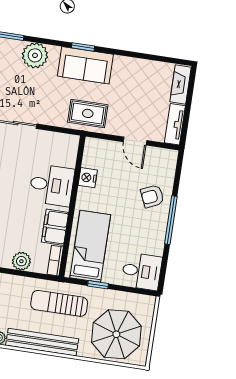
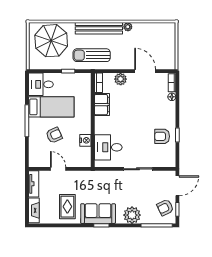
rug: (88, 113) -> (67, 207), moved, turned 90
desk: (52, 185) -> (108, 147), moved
armchair: (152, 196) -> (54, 135), moved
bed: (90, 246) -> (51, 107), moved, turned -90
sun lounger: (59, 303) -> (92, 55), turned 180

